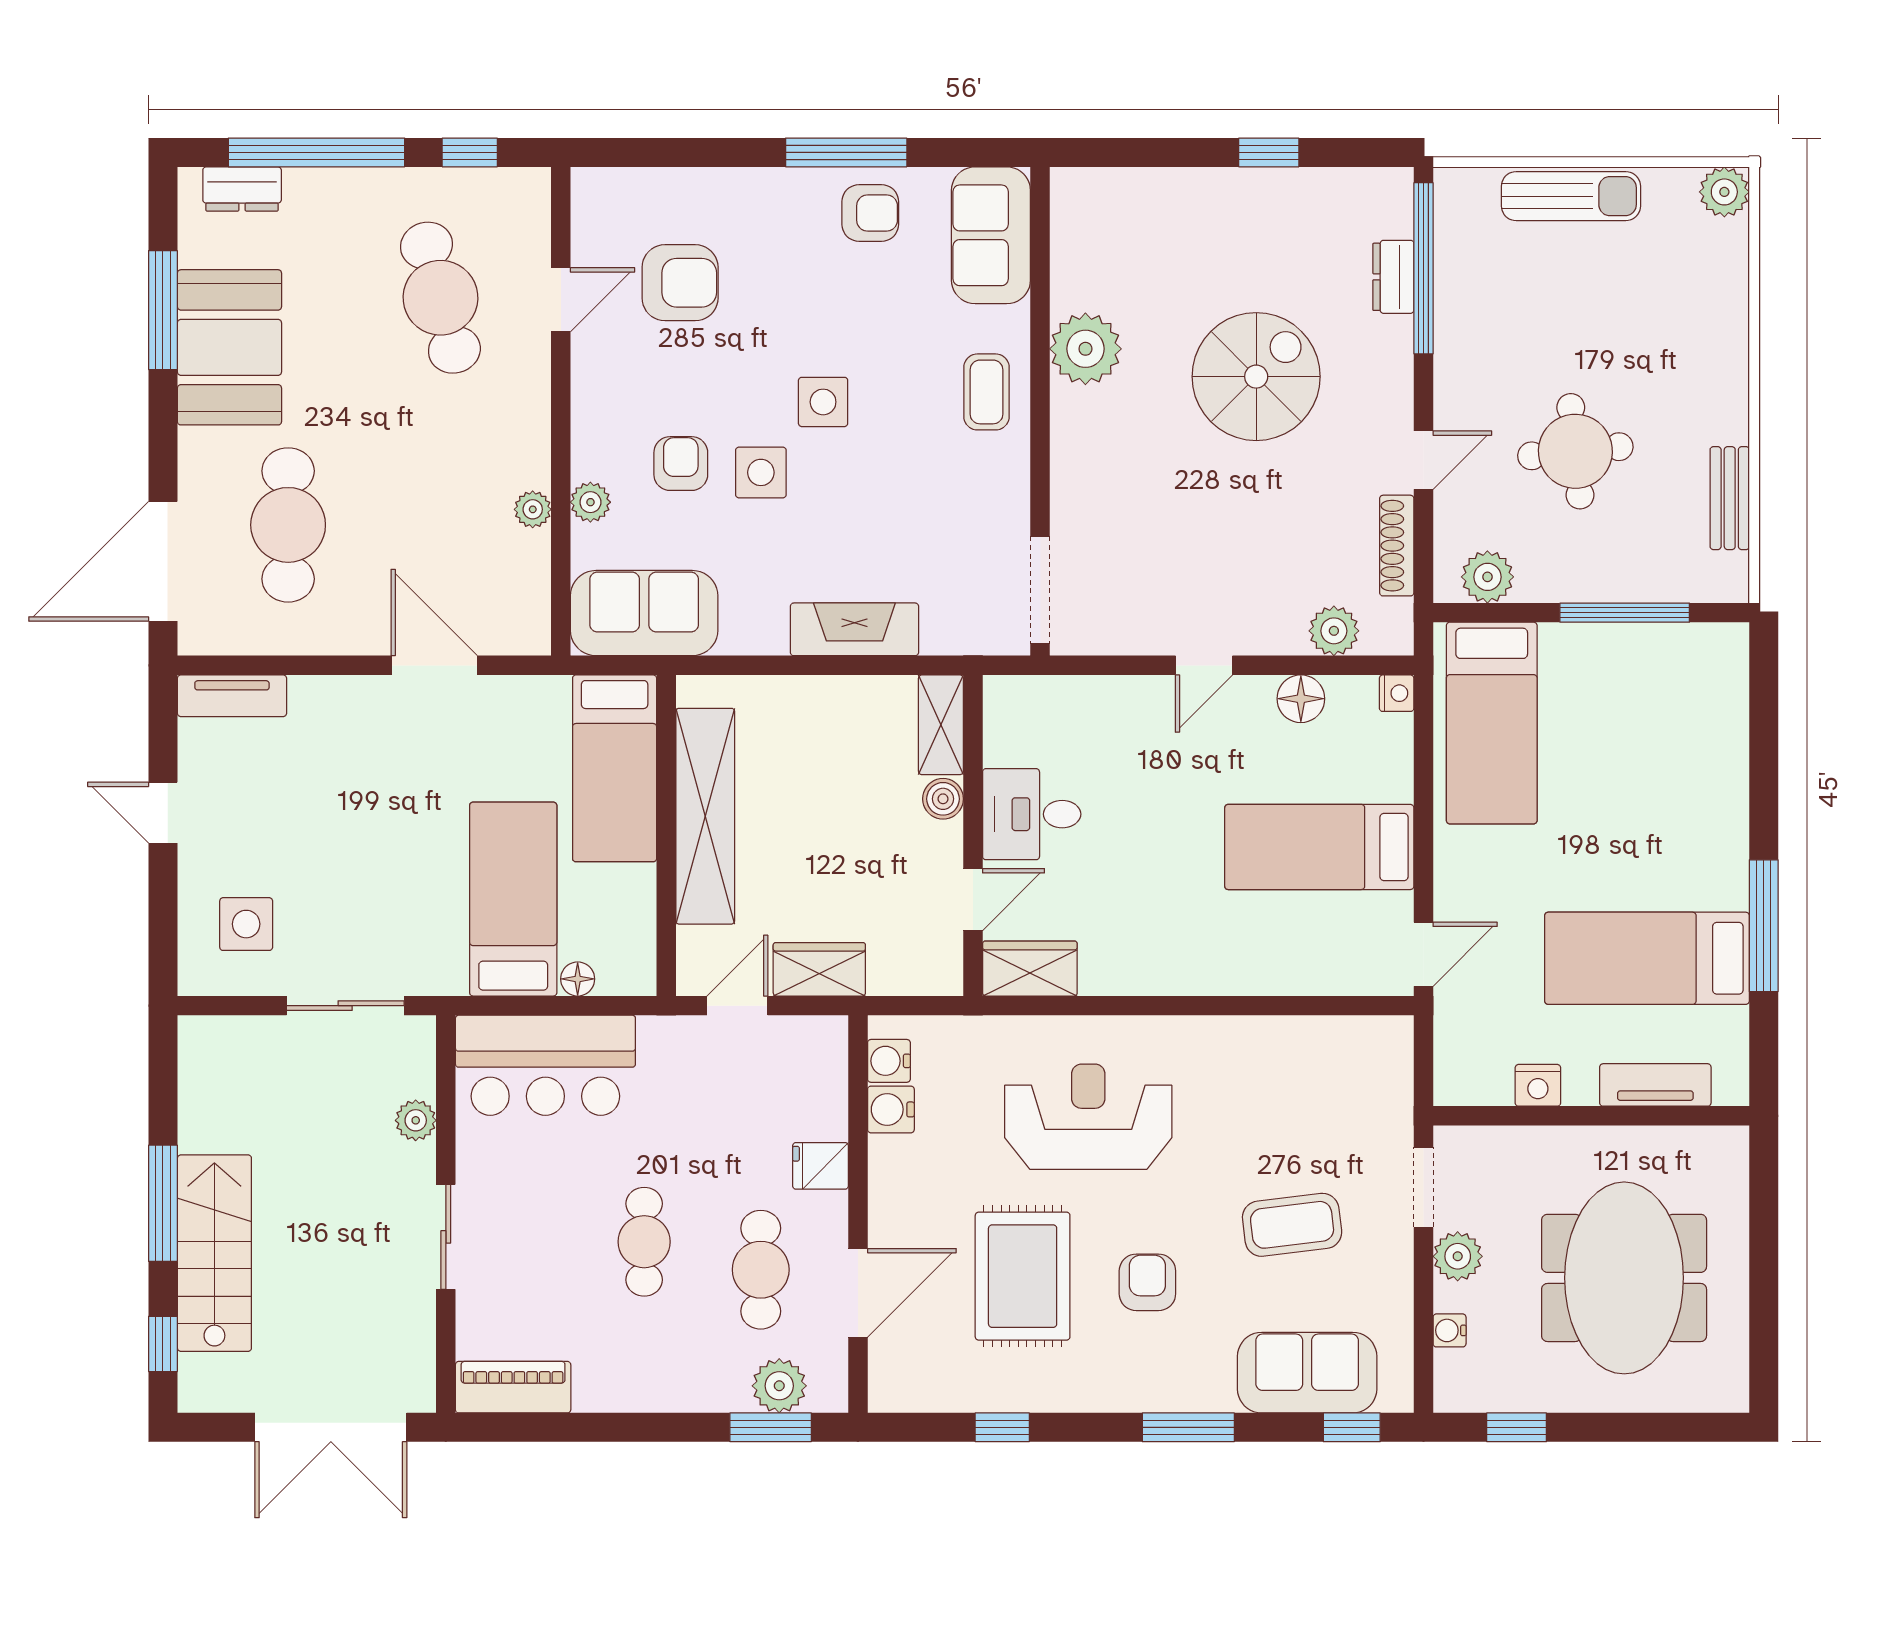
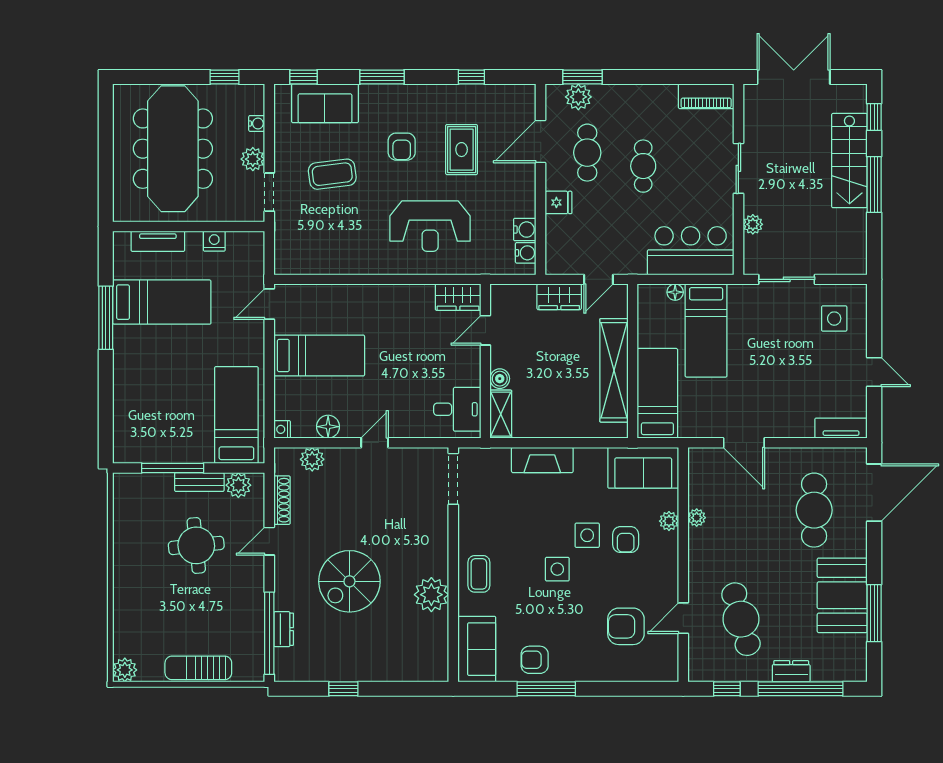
dresser: (242, 189) -> (791, 671), moved
bench: (1730, 498) -> (199, 482), moved, turned 90
desk: (1032, 814) -> (457, 409), moved
rug: (1023, 1276) -> (462, 150), width x0.73, depth x0.70
meeting table: (1624, 1278) -> (173, 149), width x1.36

